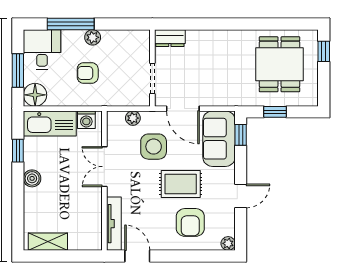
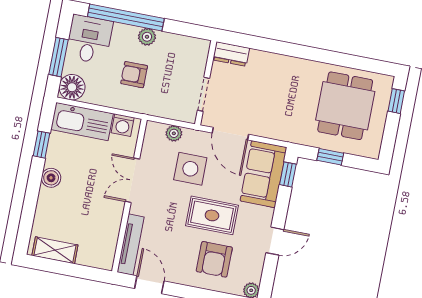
window: (71, 24) -> (126, 18), width x1.46

